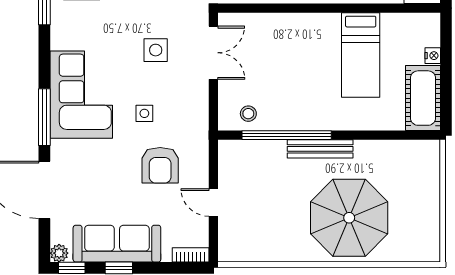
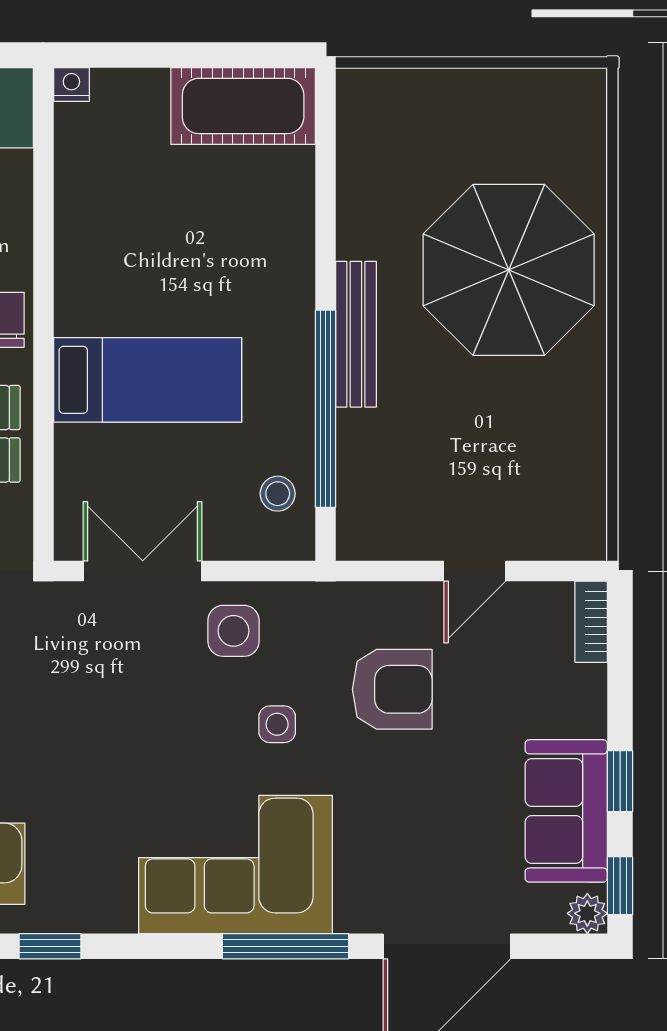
side table: (156, 50) -> (234, 631), moved
bed: (361, 55) -> (148, 380), moved
nightstand: (433, 56) -> (71, 84), moved
sofa: (117, 244) -> (566, 811), width x0.73

